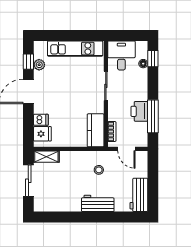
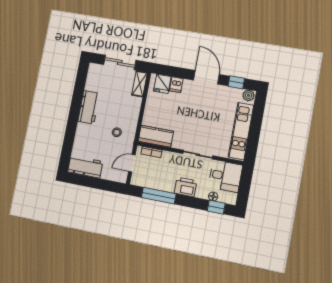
plant: (39, 65) -> (249, 95), moved
printer: (139, 111) -> (186, 187), moved
workbench: (98, 203) -> (89, 107), moved

